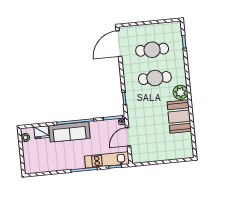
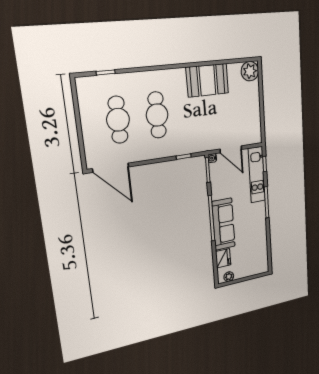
plant: (180, 92) -> (250, 71), moved

